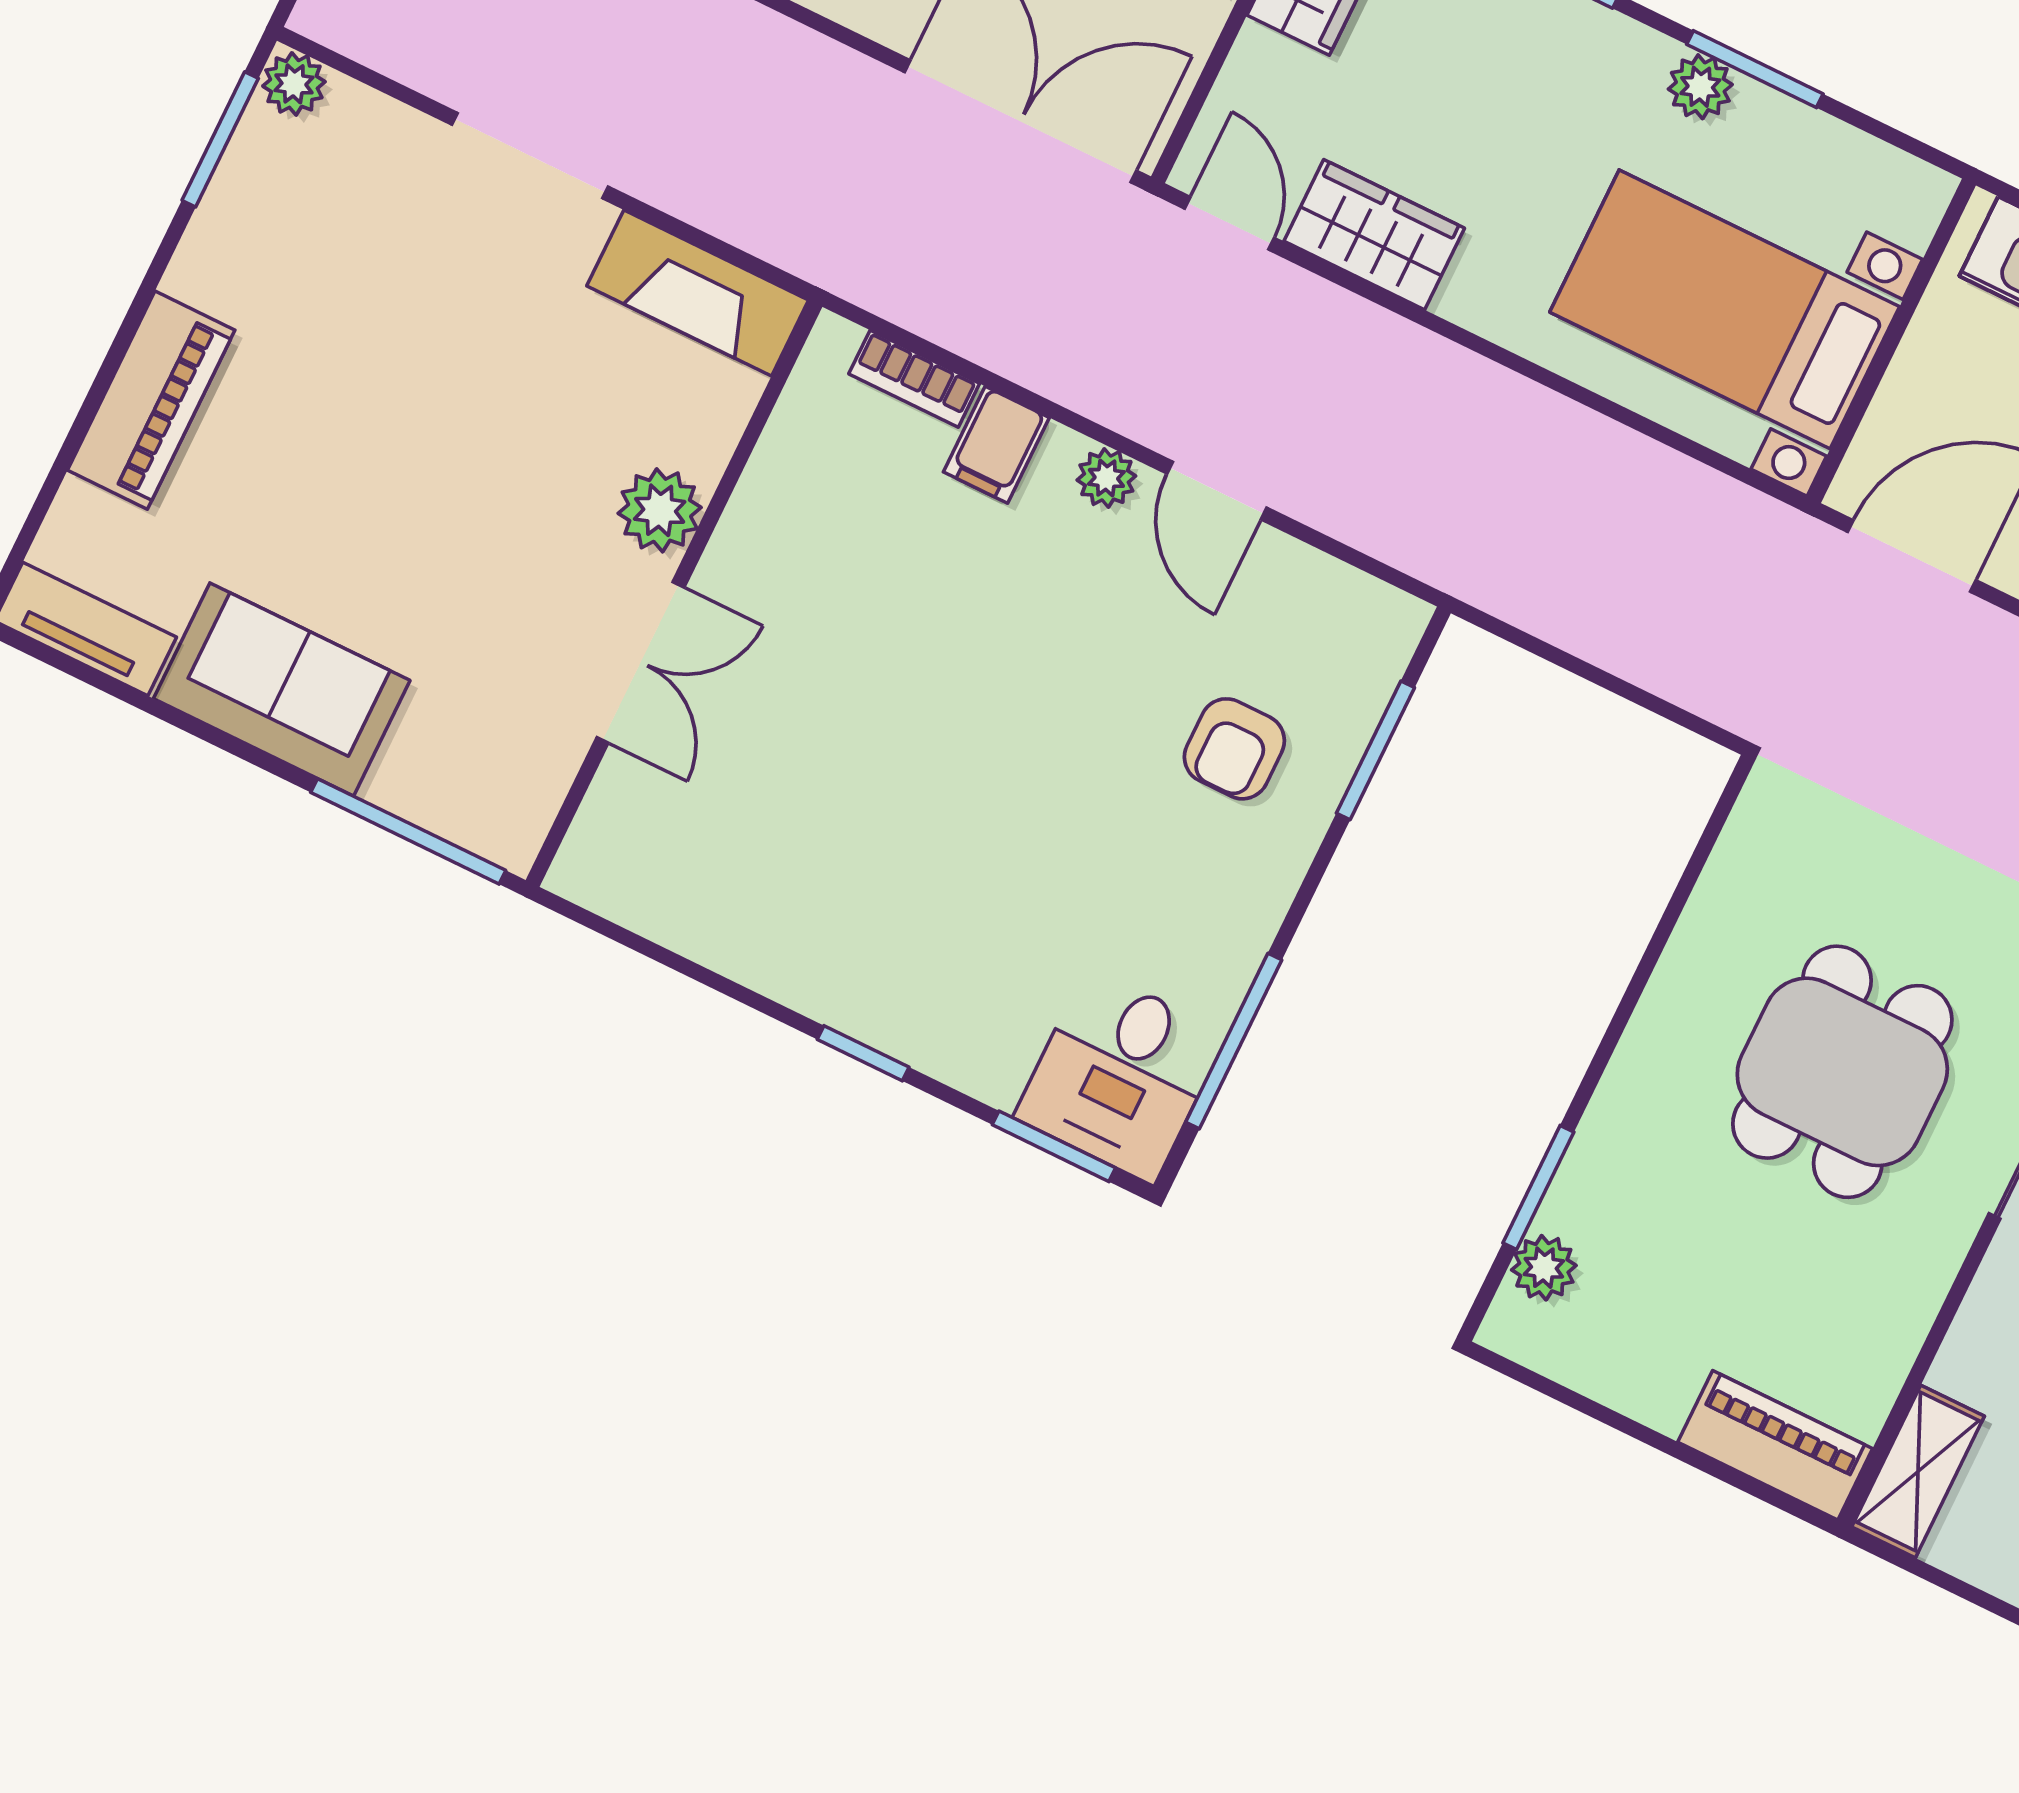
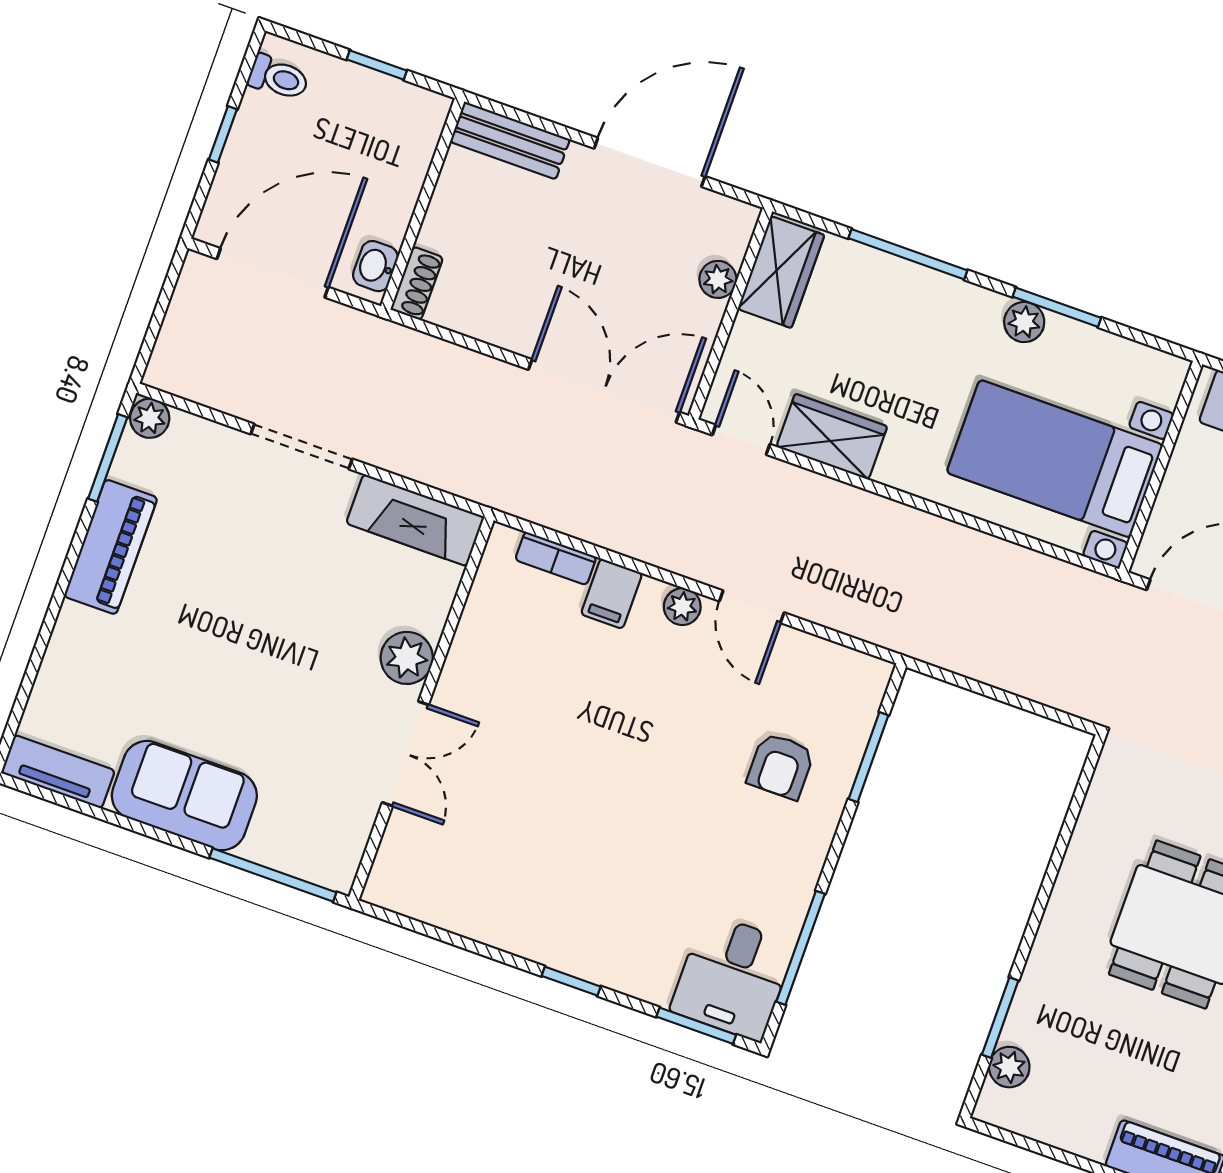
piano: (151, 400) -> (111, 547), moved

